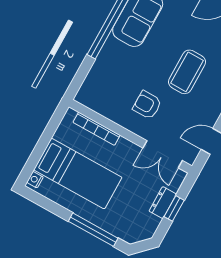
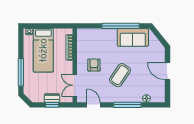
coffee table: (187, 72) -> (120, 75), turned -56

